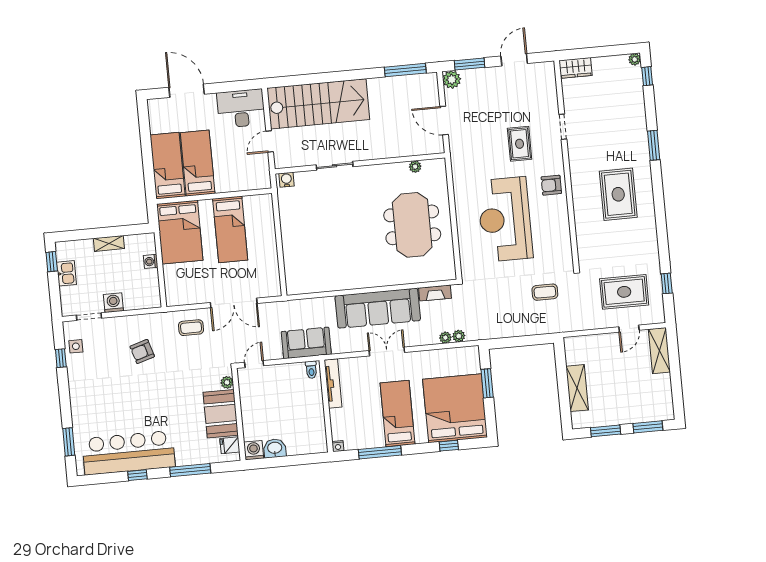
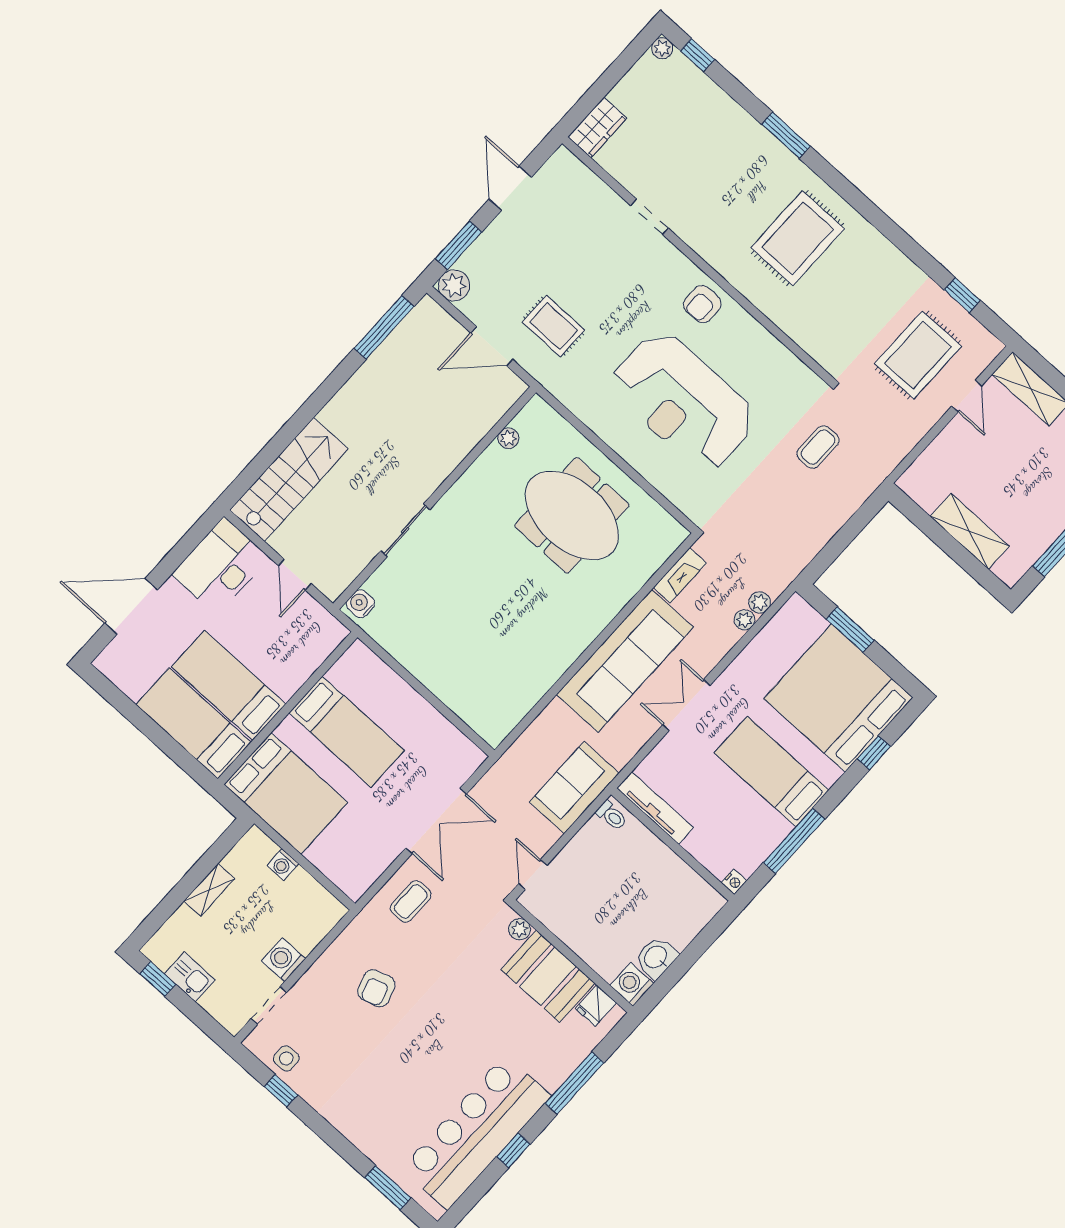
stairs: (318, 104) -> (289, 479), width x0.73, depth x0.66
rug: (520, 144) -> (553, 326), moved
rug: (618, 194) -> (798, 238), turned 90

